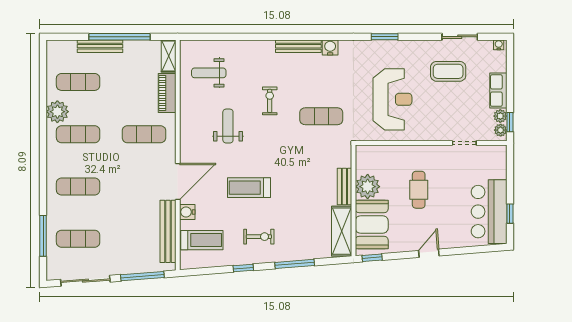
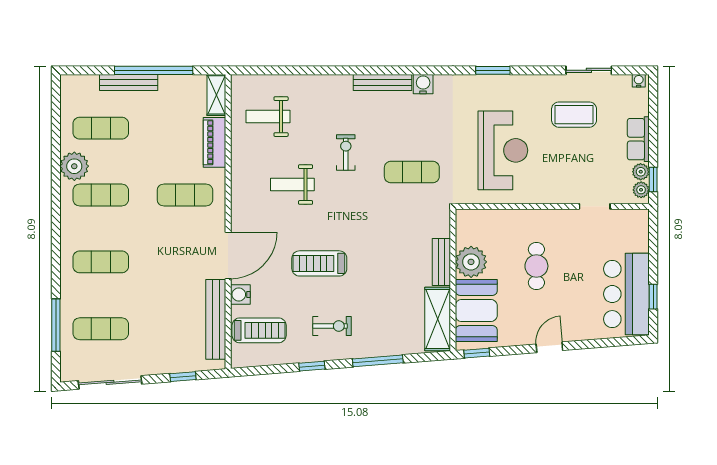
weight bench: (228, 126) -> (292, 185), turned -90
window: (142, 276) -> (183, 377), width x0.46

